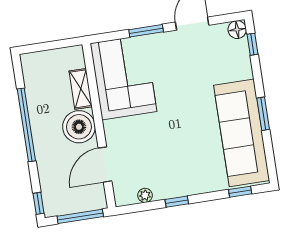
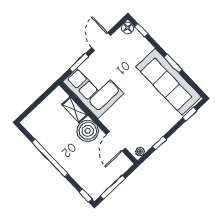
corner sofa: (123, 77) -> (93, 88), moved
shelving: (81, 89) -> (74, 110), moved
wall: (99, 126) -> (98, 123), moved
boiler: (79, 127) -> (88, 131), moved
door: (105, 165) -> (116, 141), moved

